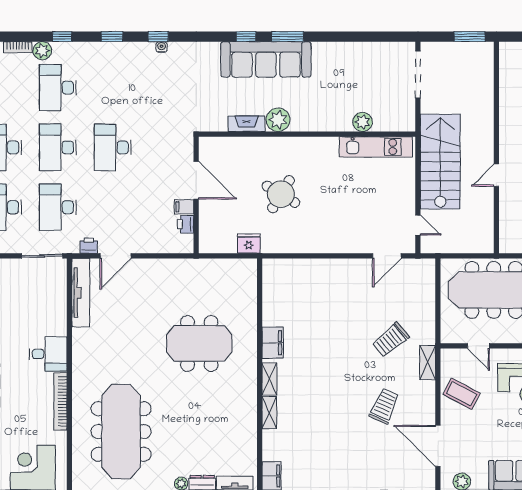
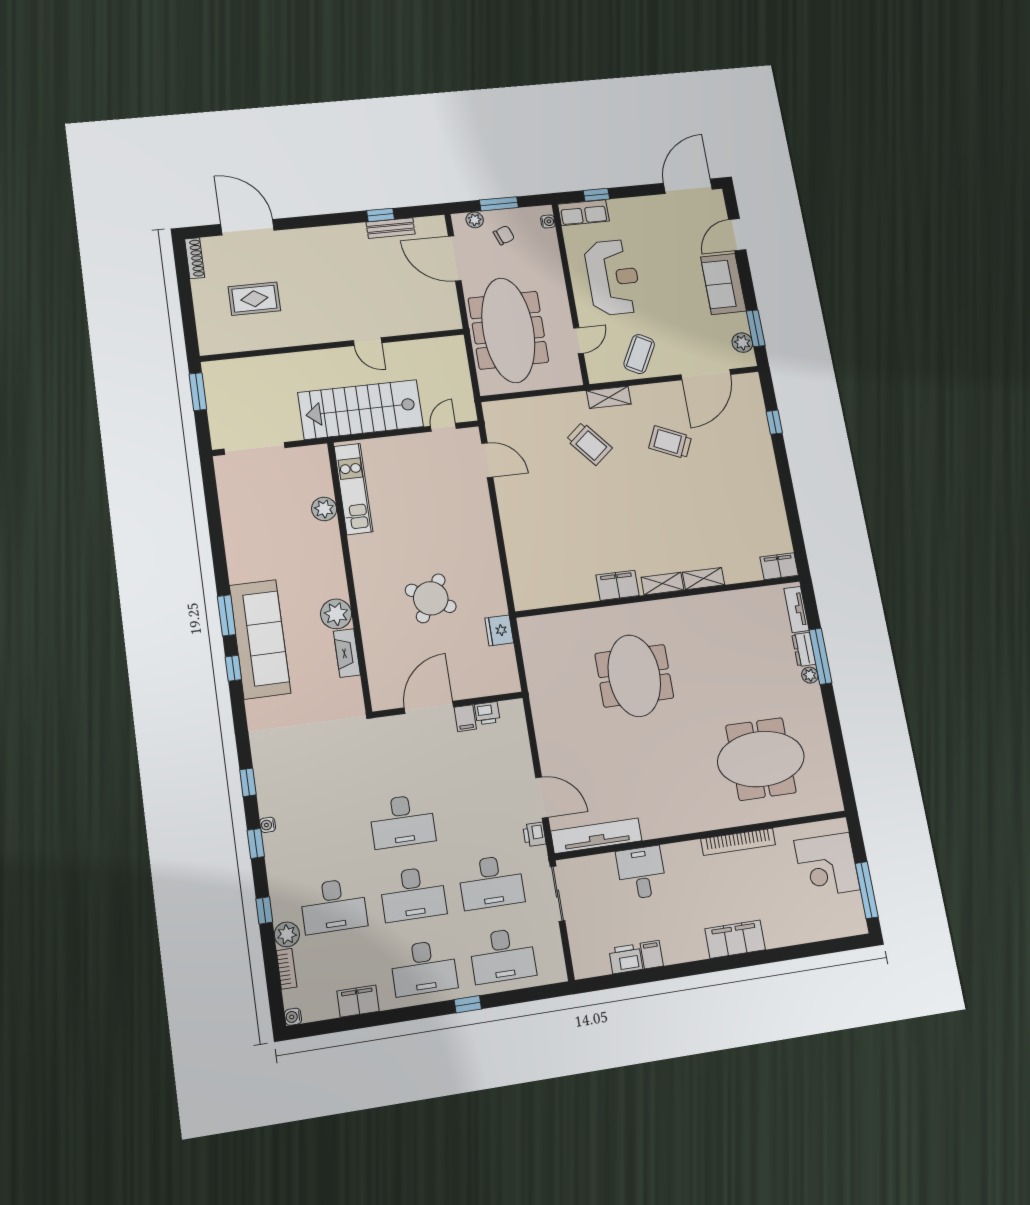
water cooler: (162, 47) -> (268, 825), moved
desk: (48, 354) -> (641, 873), moved
meeting table: (121, 432) -> (761, 759), width x0.73

